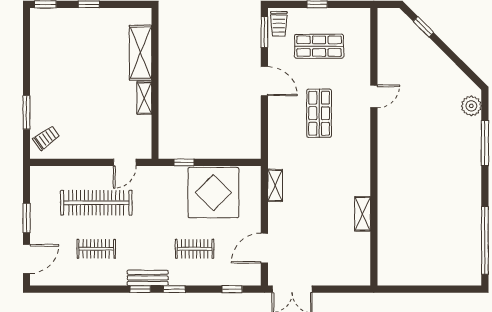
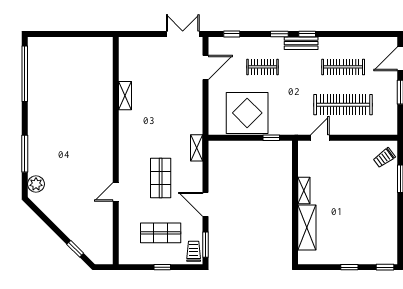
shelving: (275, 185) -> (197, 148), moved
clothes rail: (96, 249) -> (343, 67), width x1.36

